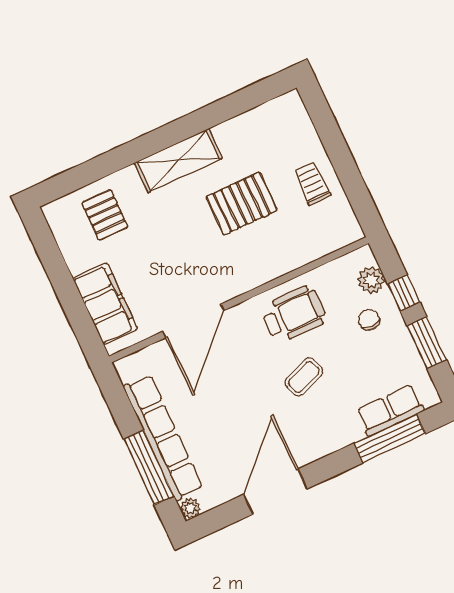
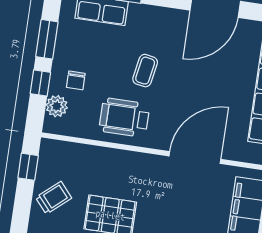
trolley: (312, 183) -> (54, 198), turned -131
window: (360, 198) -> (28, 167), added
coffee table: (304, 377) -> (145, 71), turned -59

